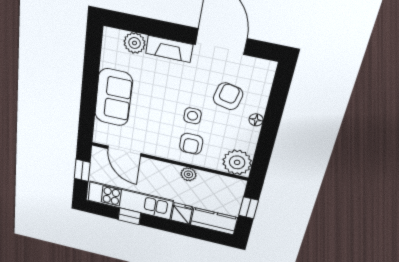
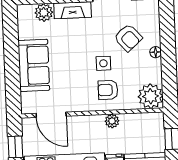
armchair: (228, 96) -> (128, 38), turned 126
armchair: (191, 144) -> (108, 90), turned 90

